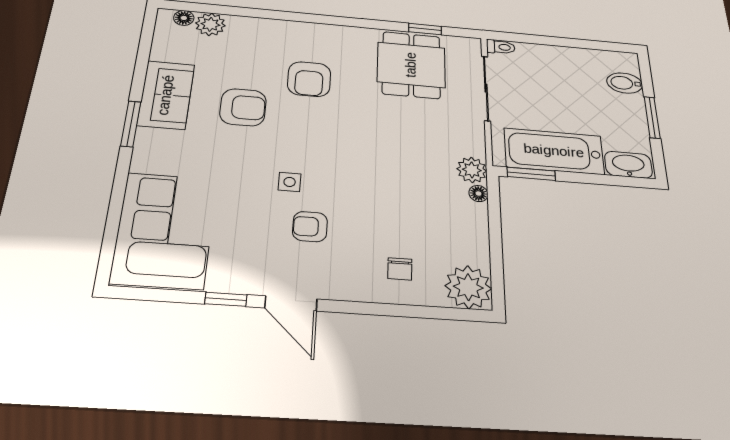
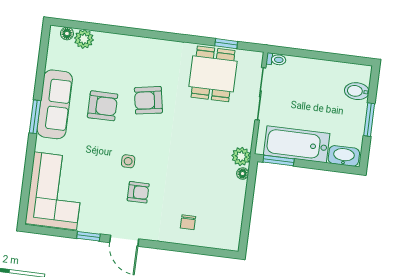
armchair: (309, 79) -> (148, 100), moved, turned 80
sofa: (166, 95) -> (55, 104), width x1.36
armchair: (310, 227) -> (138, 192), turned 180
plant: (468, 287) -> (227, 236), removed

